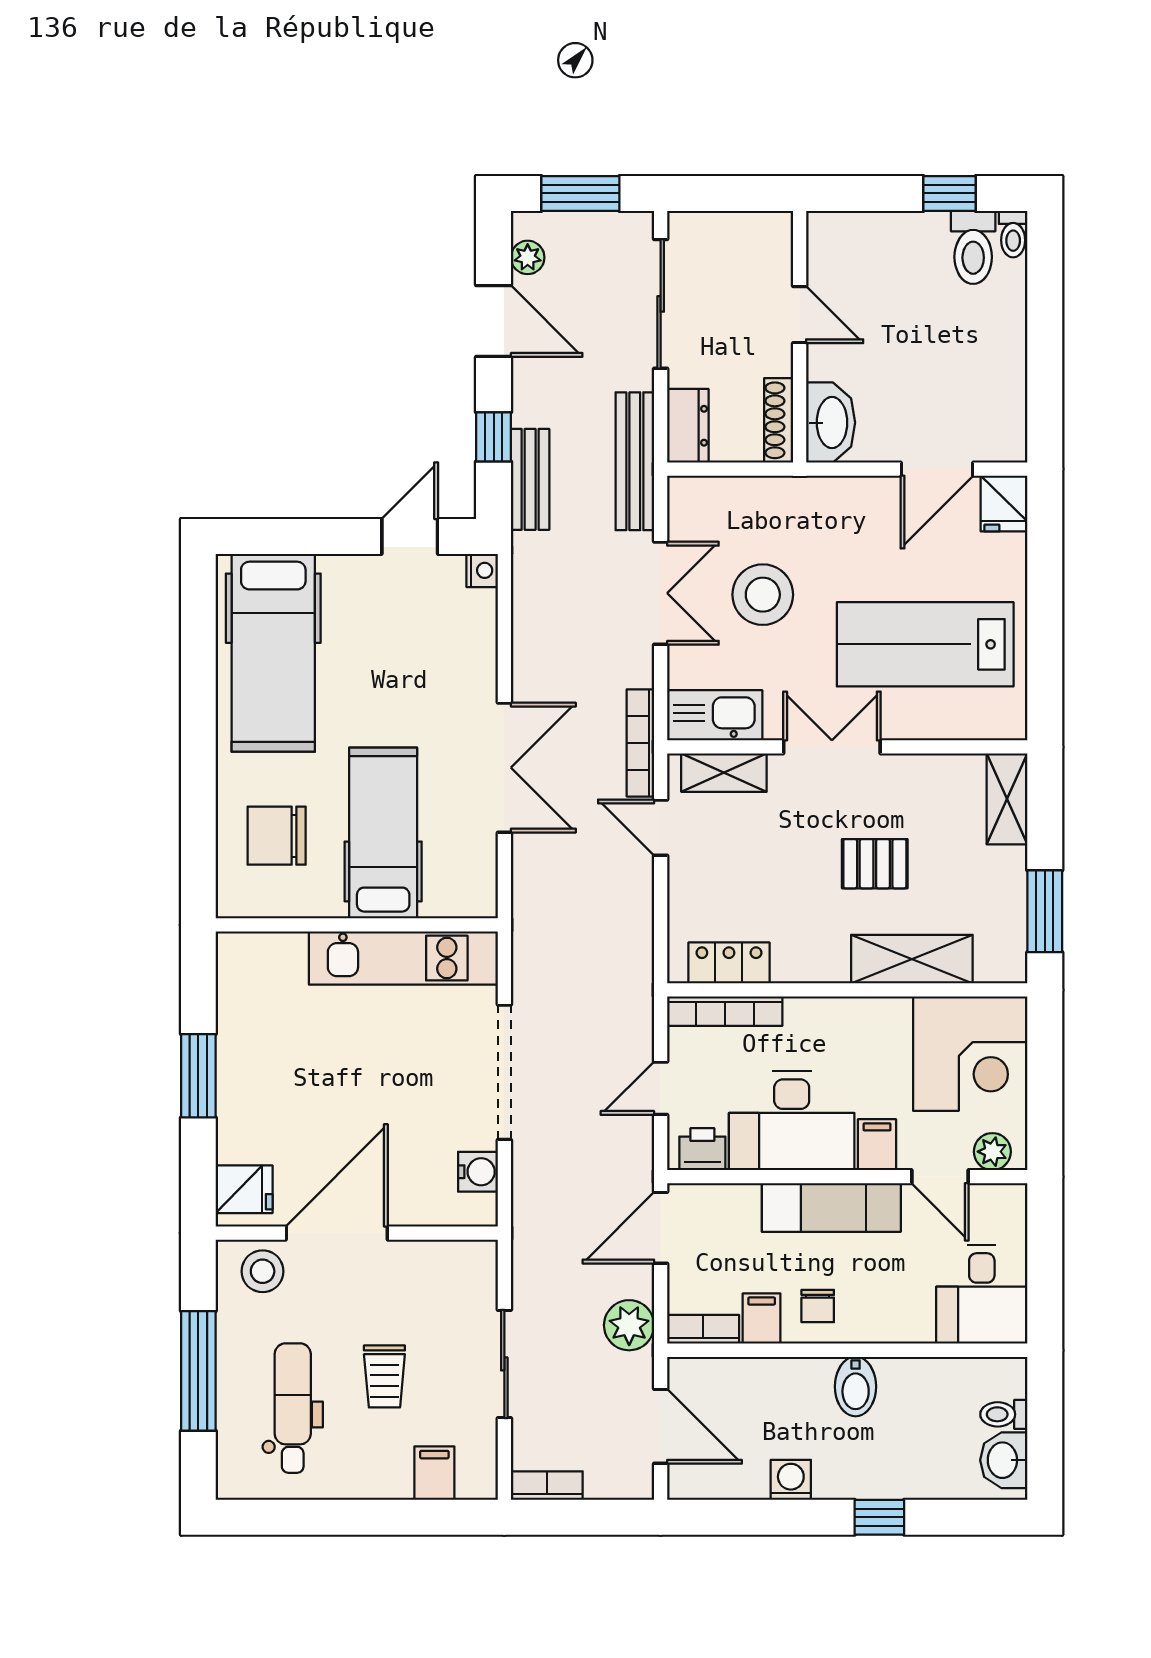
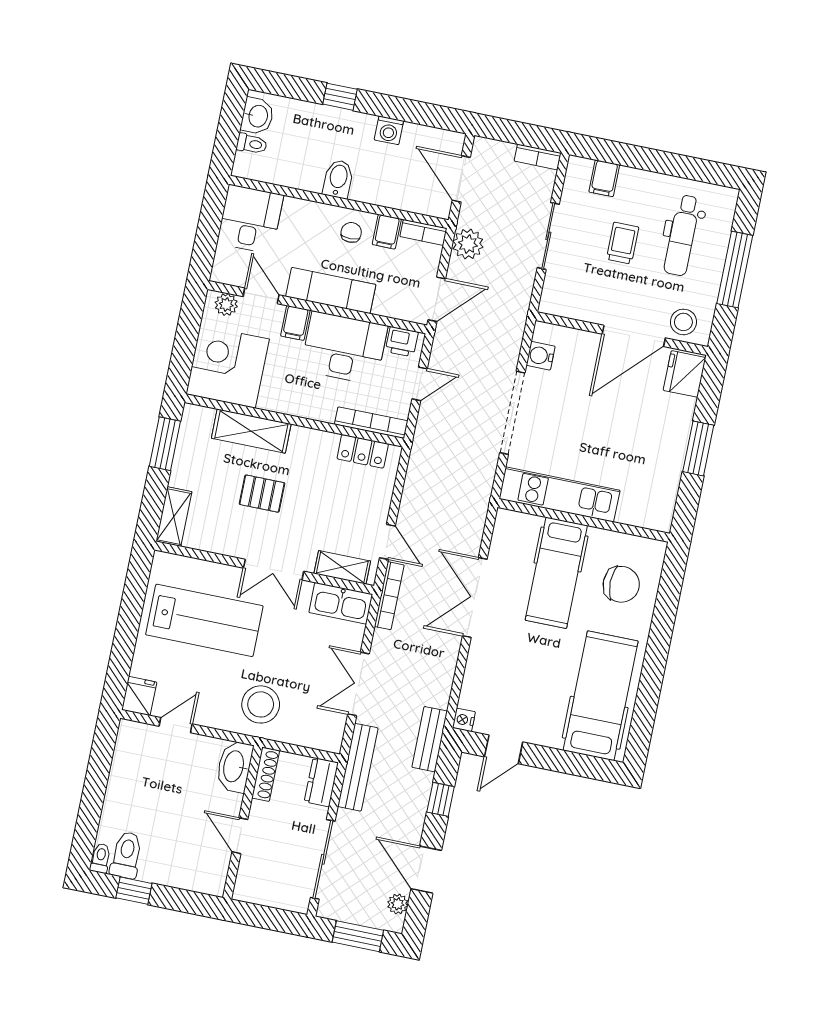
door: (937, 469) -> (176, 725), width x0.73
bench: (530, 479) -> (430, 739), moved
stool: (763, 595) -> (261, 704), moved
fridge: (244, 1189) -> (684, 374), width x1.38

